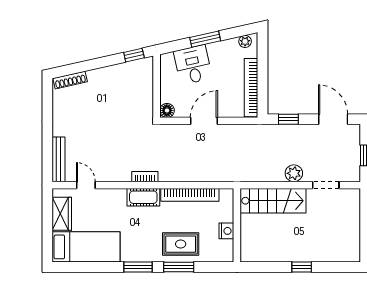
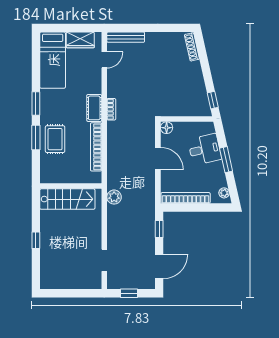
plant: (294, 173) -> (114, 197), moved
stairs: (273, 201) -> (67, 199), moved, turned -90
nightstand: (226, 231) -> (66, 177), removed

